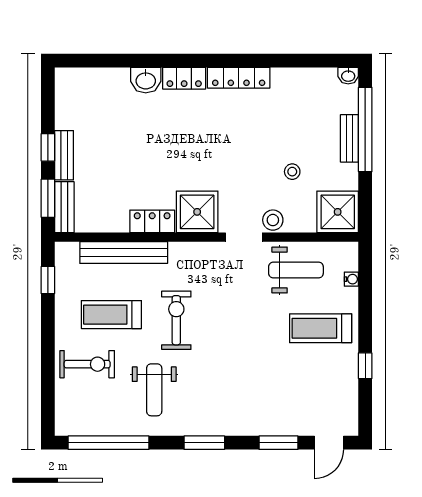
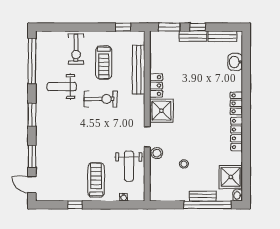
washbasin: (146, 80) -> (235, 62), moved
bench: (64, 207) -> (222, 36), moved
shower: (338, 212) -> (231, 177), moved
treadmill: (111, 315) -> (104, 63), turned 180

